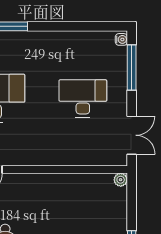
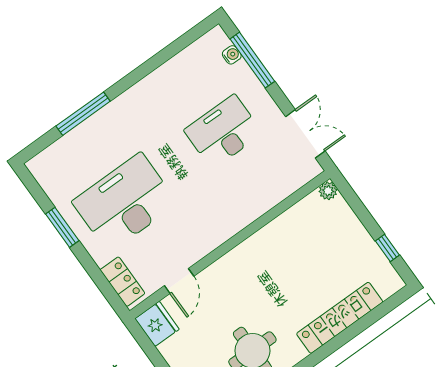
water cooler: (121, 39) -> (232, 55), moved

